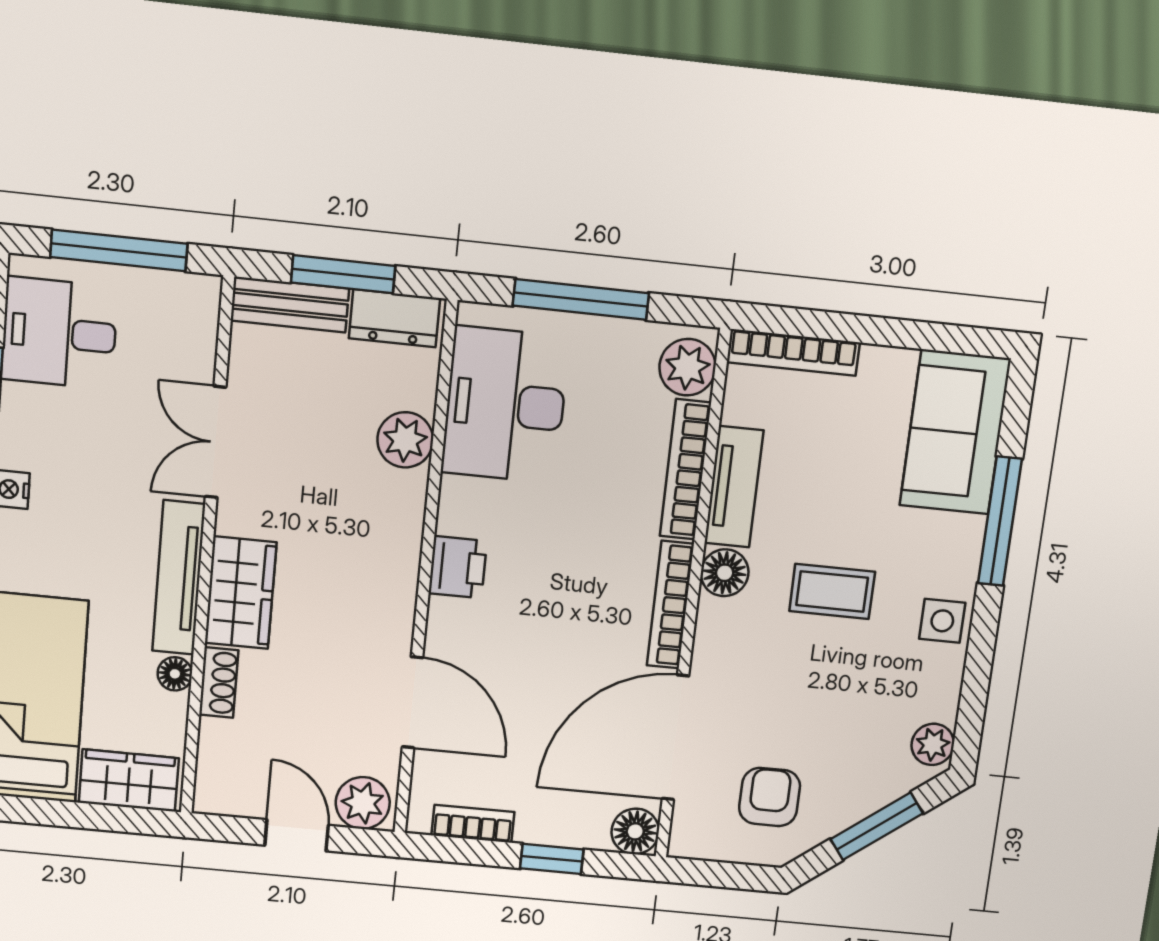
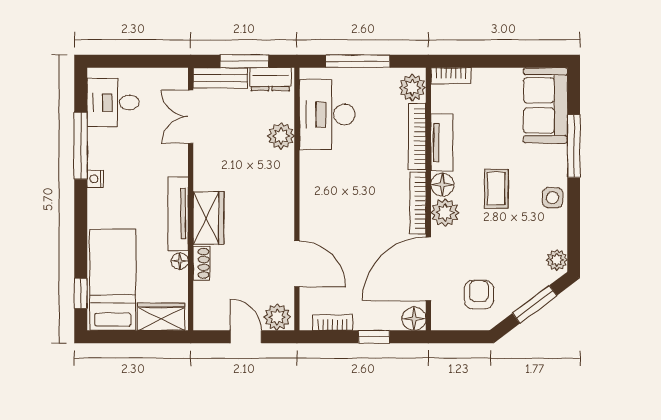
window: (119, 250) -> (138, 61), removed
bookcase: (793, 352) -> (451, 76), width x0.64
double door: (216, 442) -> (191, 117), moved
printer: (458, 567) -> (312, 195), removed
coffee table: (832, 591) -> (496, 189), turned 90
plant: (723, 629) -> (445, 212), added

